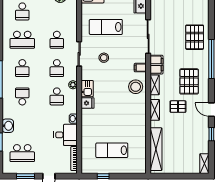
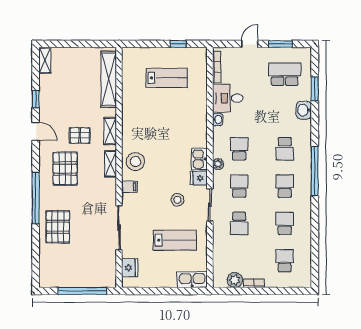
school desk: (22, 40) -> (285, 223), width x0.54
school desk: (57, 40) -> (239, 223), turned 180
filing cabinet: (156, 65) -> (108, 191), removed
fridge: (87, 103) -> (199, 178), moved

